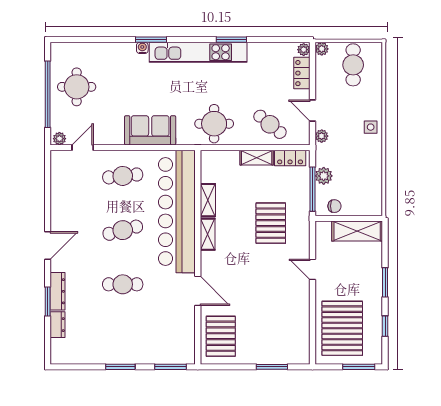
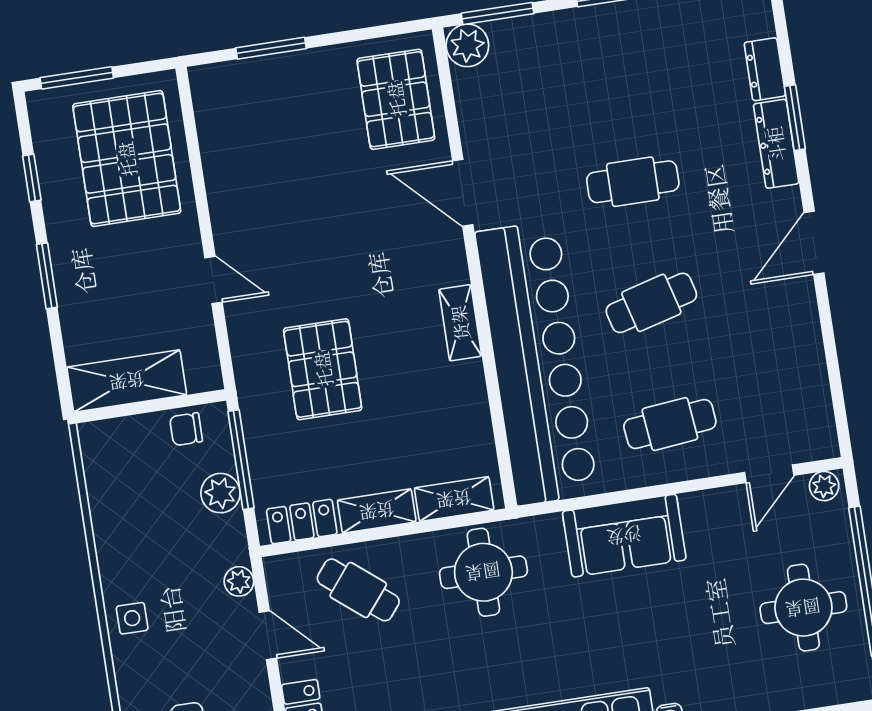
shelving: (208, 200) -> (454, 499), moved, turned 90
plant: (186, 355) -> (467, 45), added

